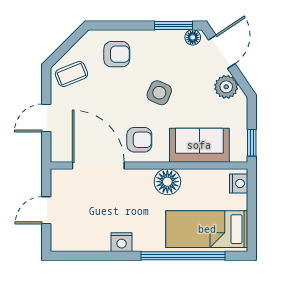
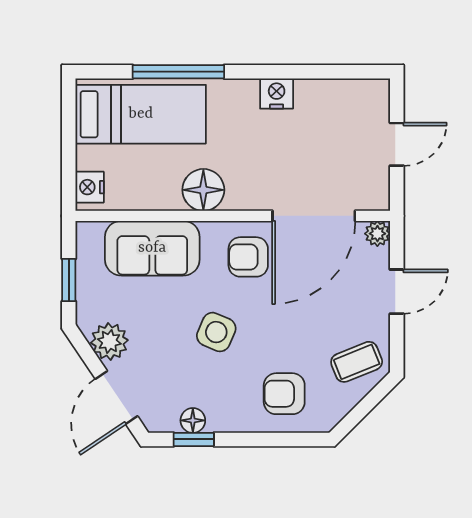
window: (173, 25) -> (194, 439), width x0.67
floor lamp: (193, 37) -> (193, 420), moved
window: (252, 143) -> (69, 280), moved
plant: (58, 154) -> (377, 234), added
door: (98, 165) -> (314, 216), hinge flipped
window: (183, 256) -> (178, 72), width x0.68

